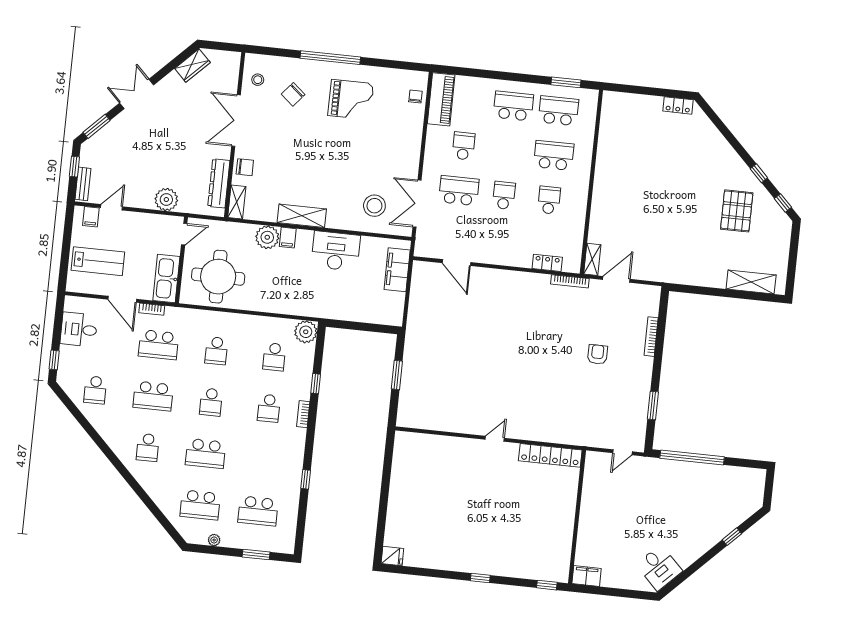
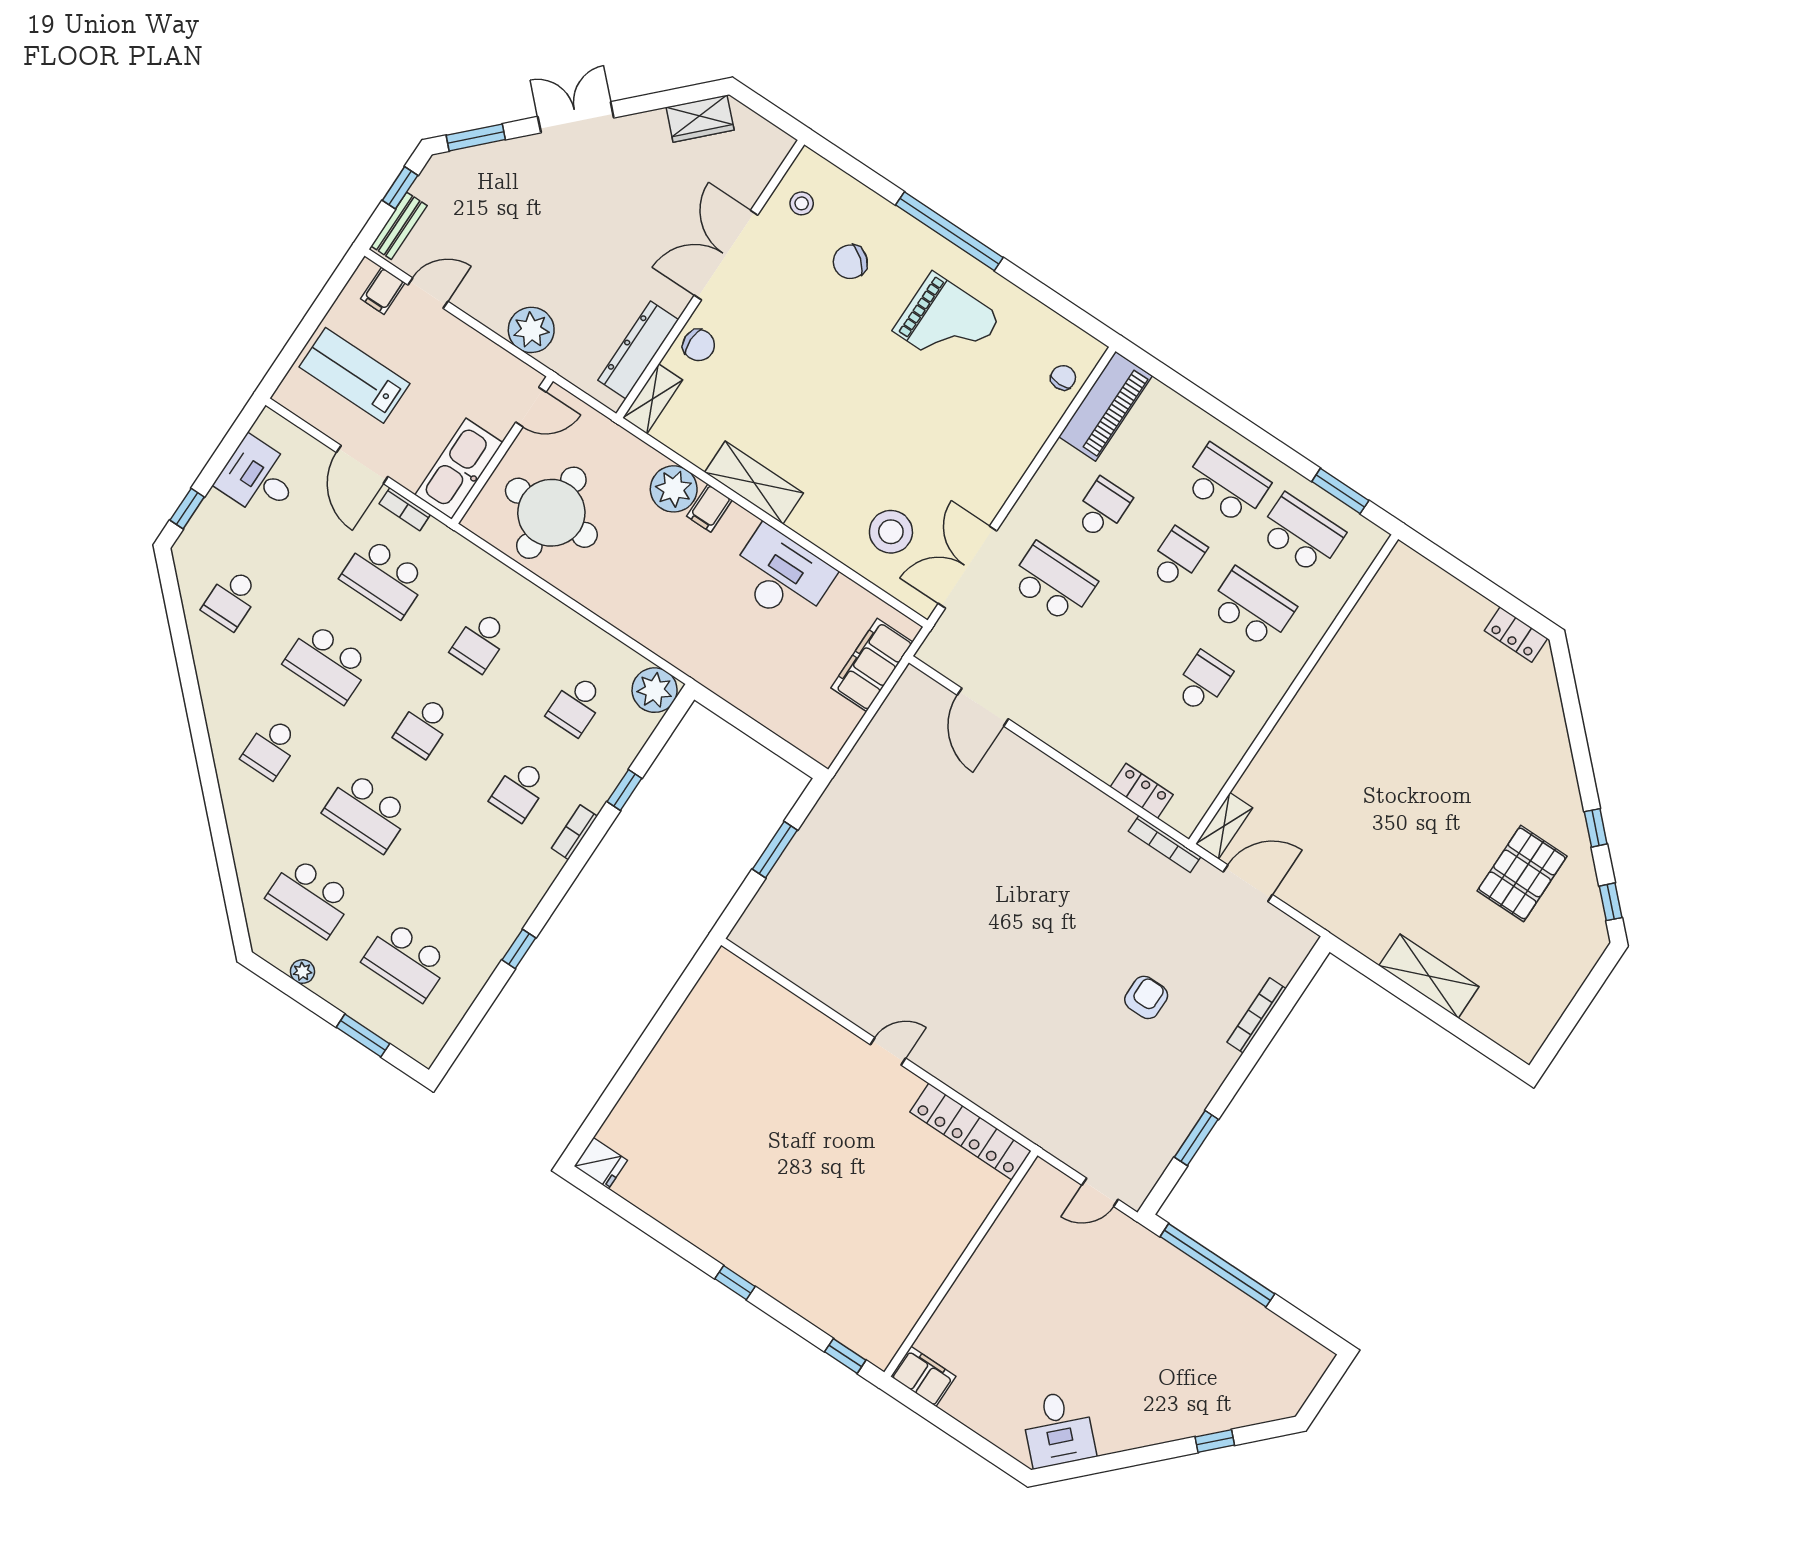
school desk: (504, 195) -> (1177, 558), moved
lab bench: (98, 261) -> (355, 375), turned 180
shelving: (751, 282) -> (1429, 976), moved

